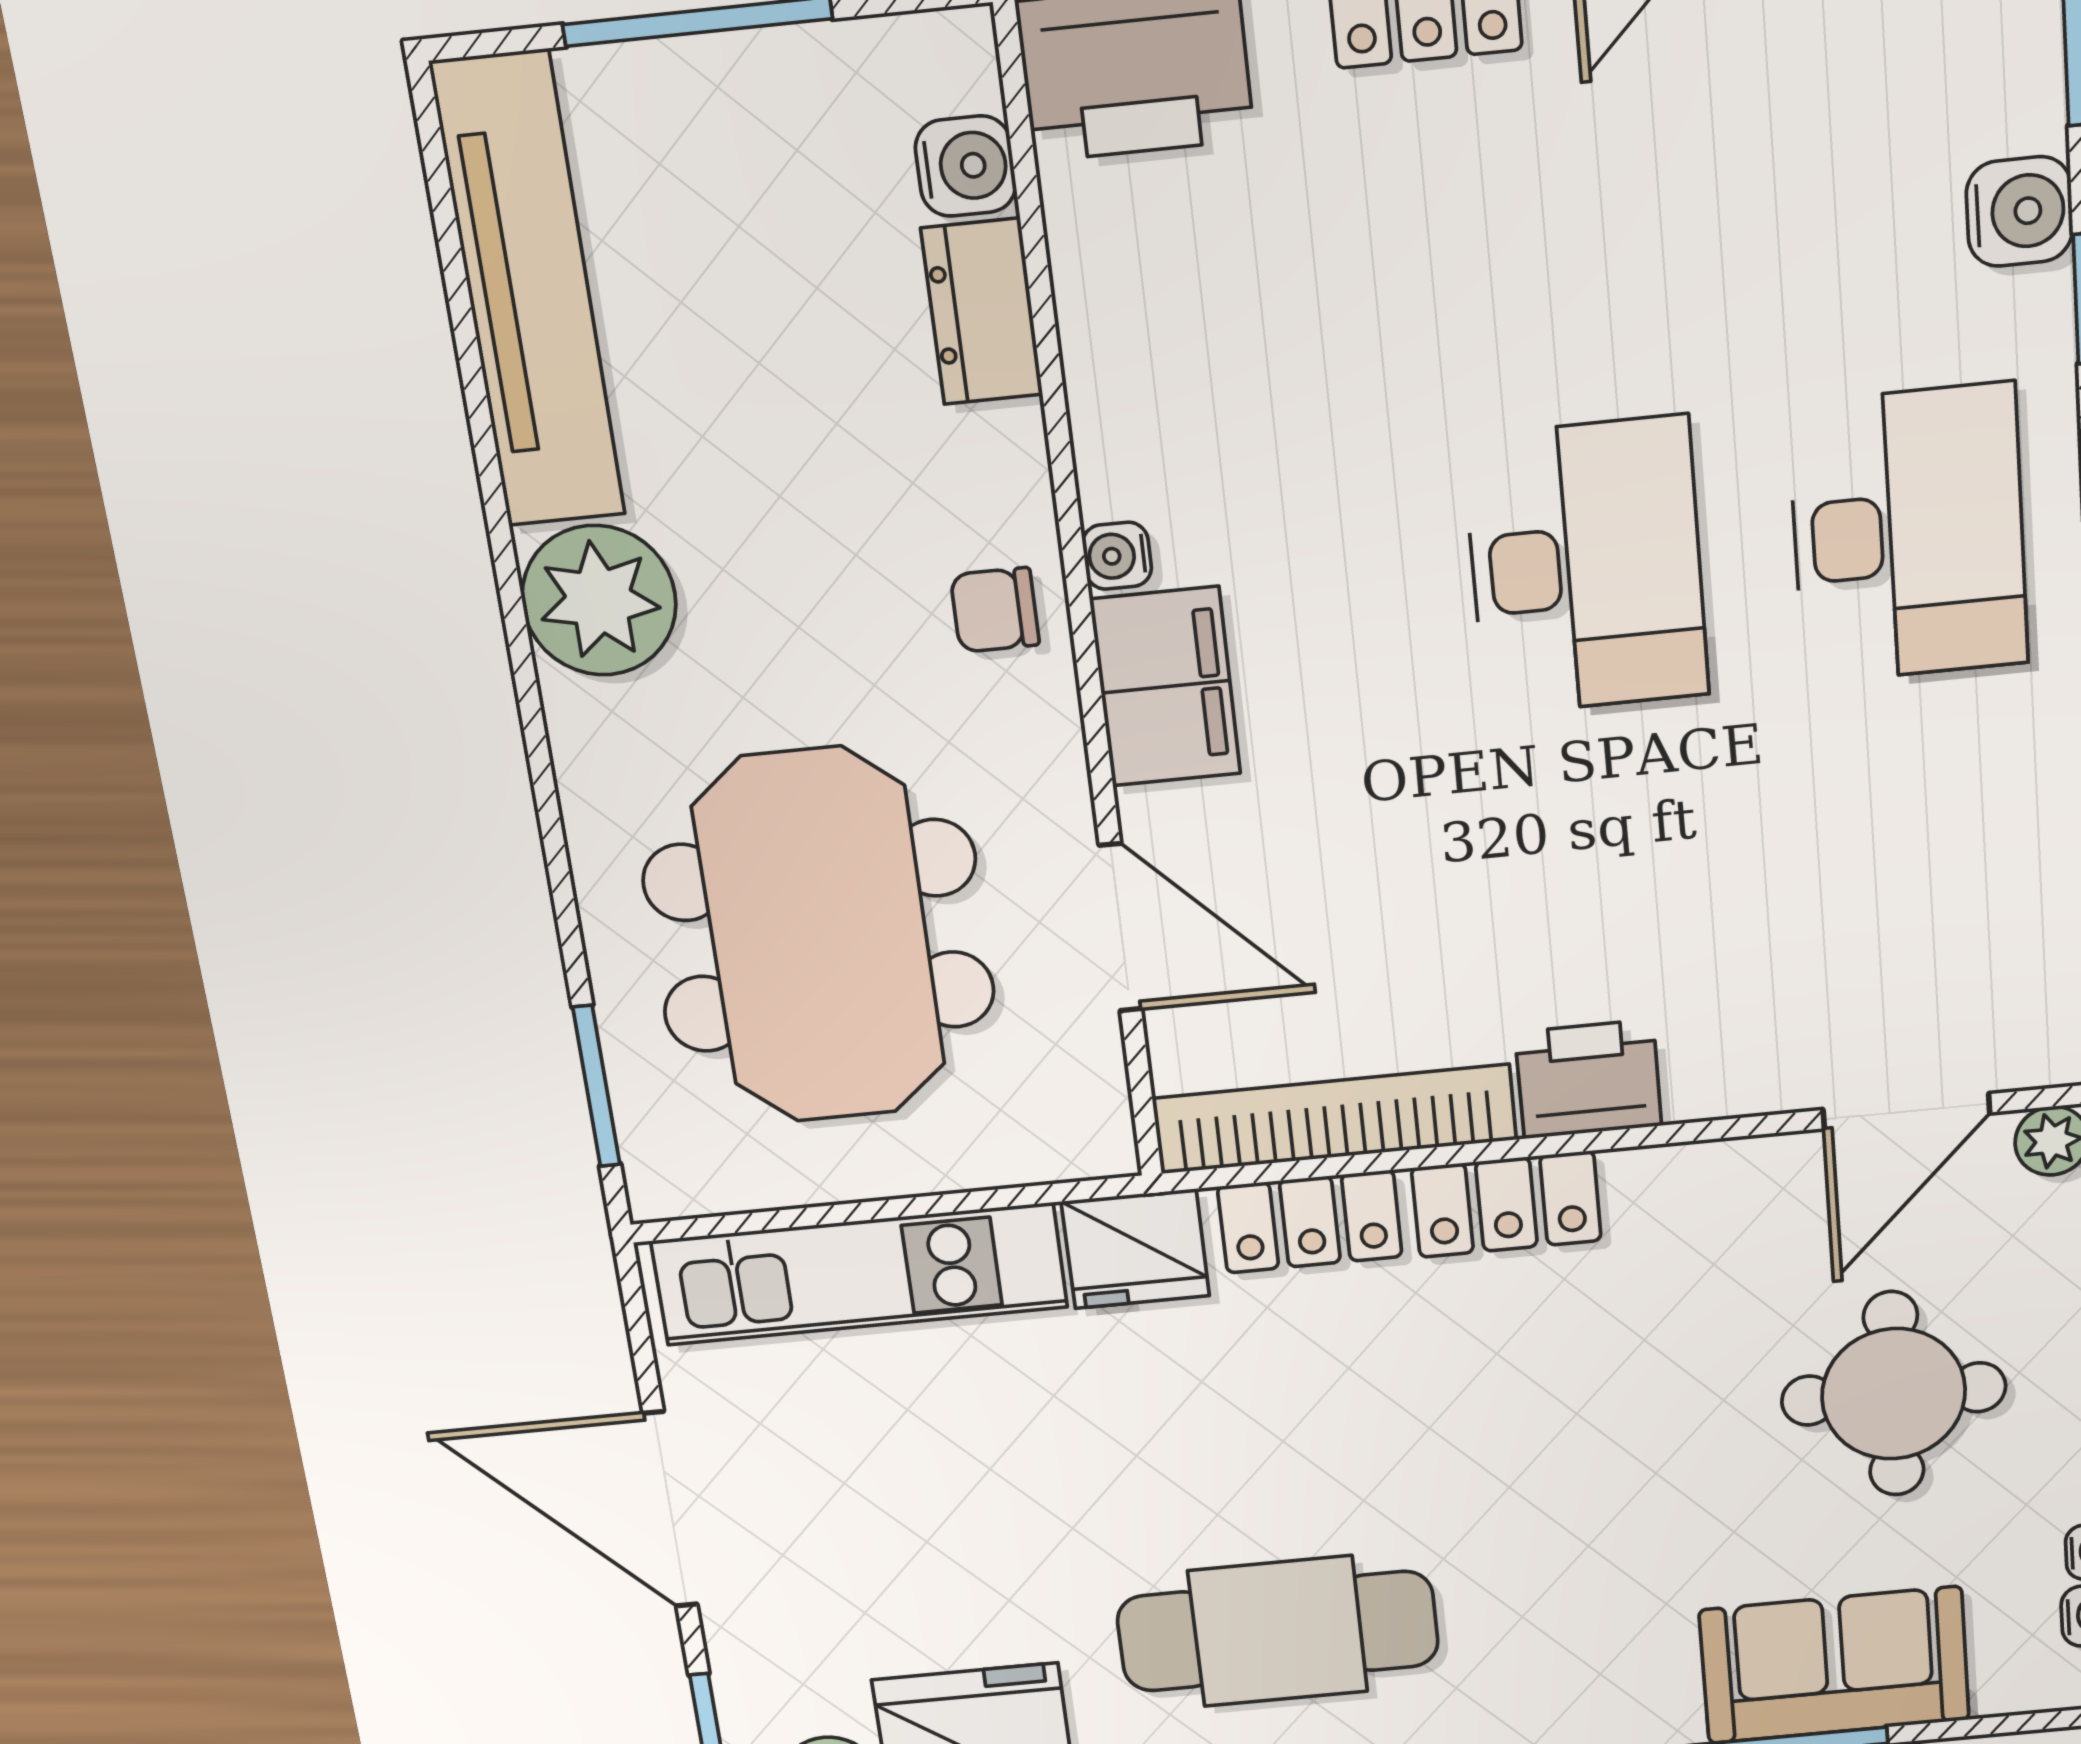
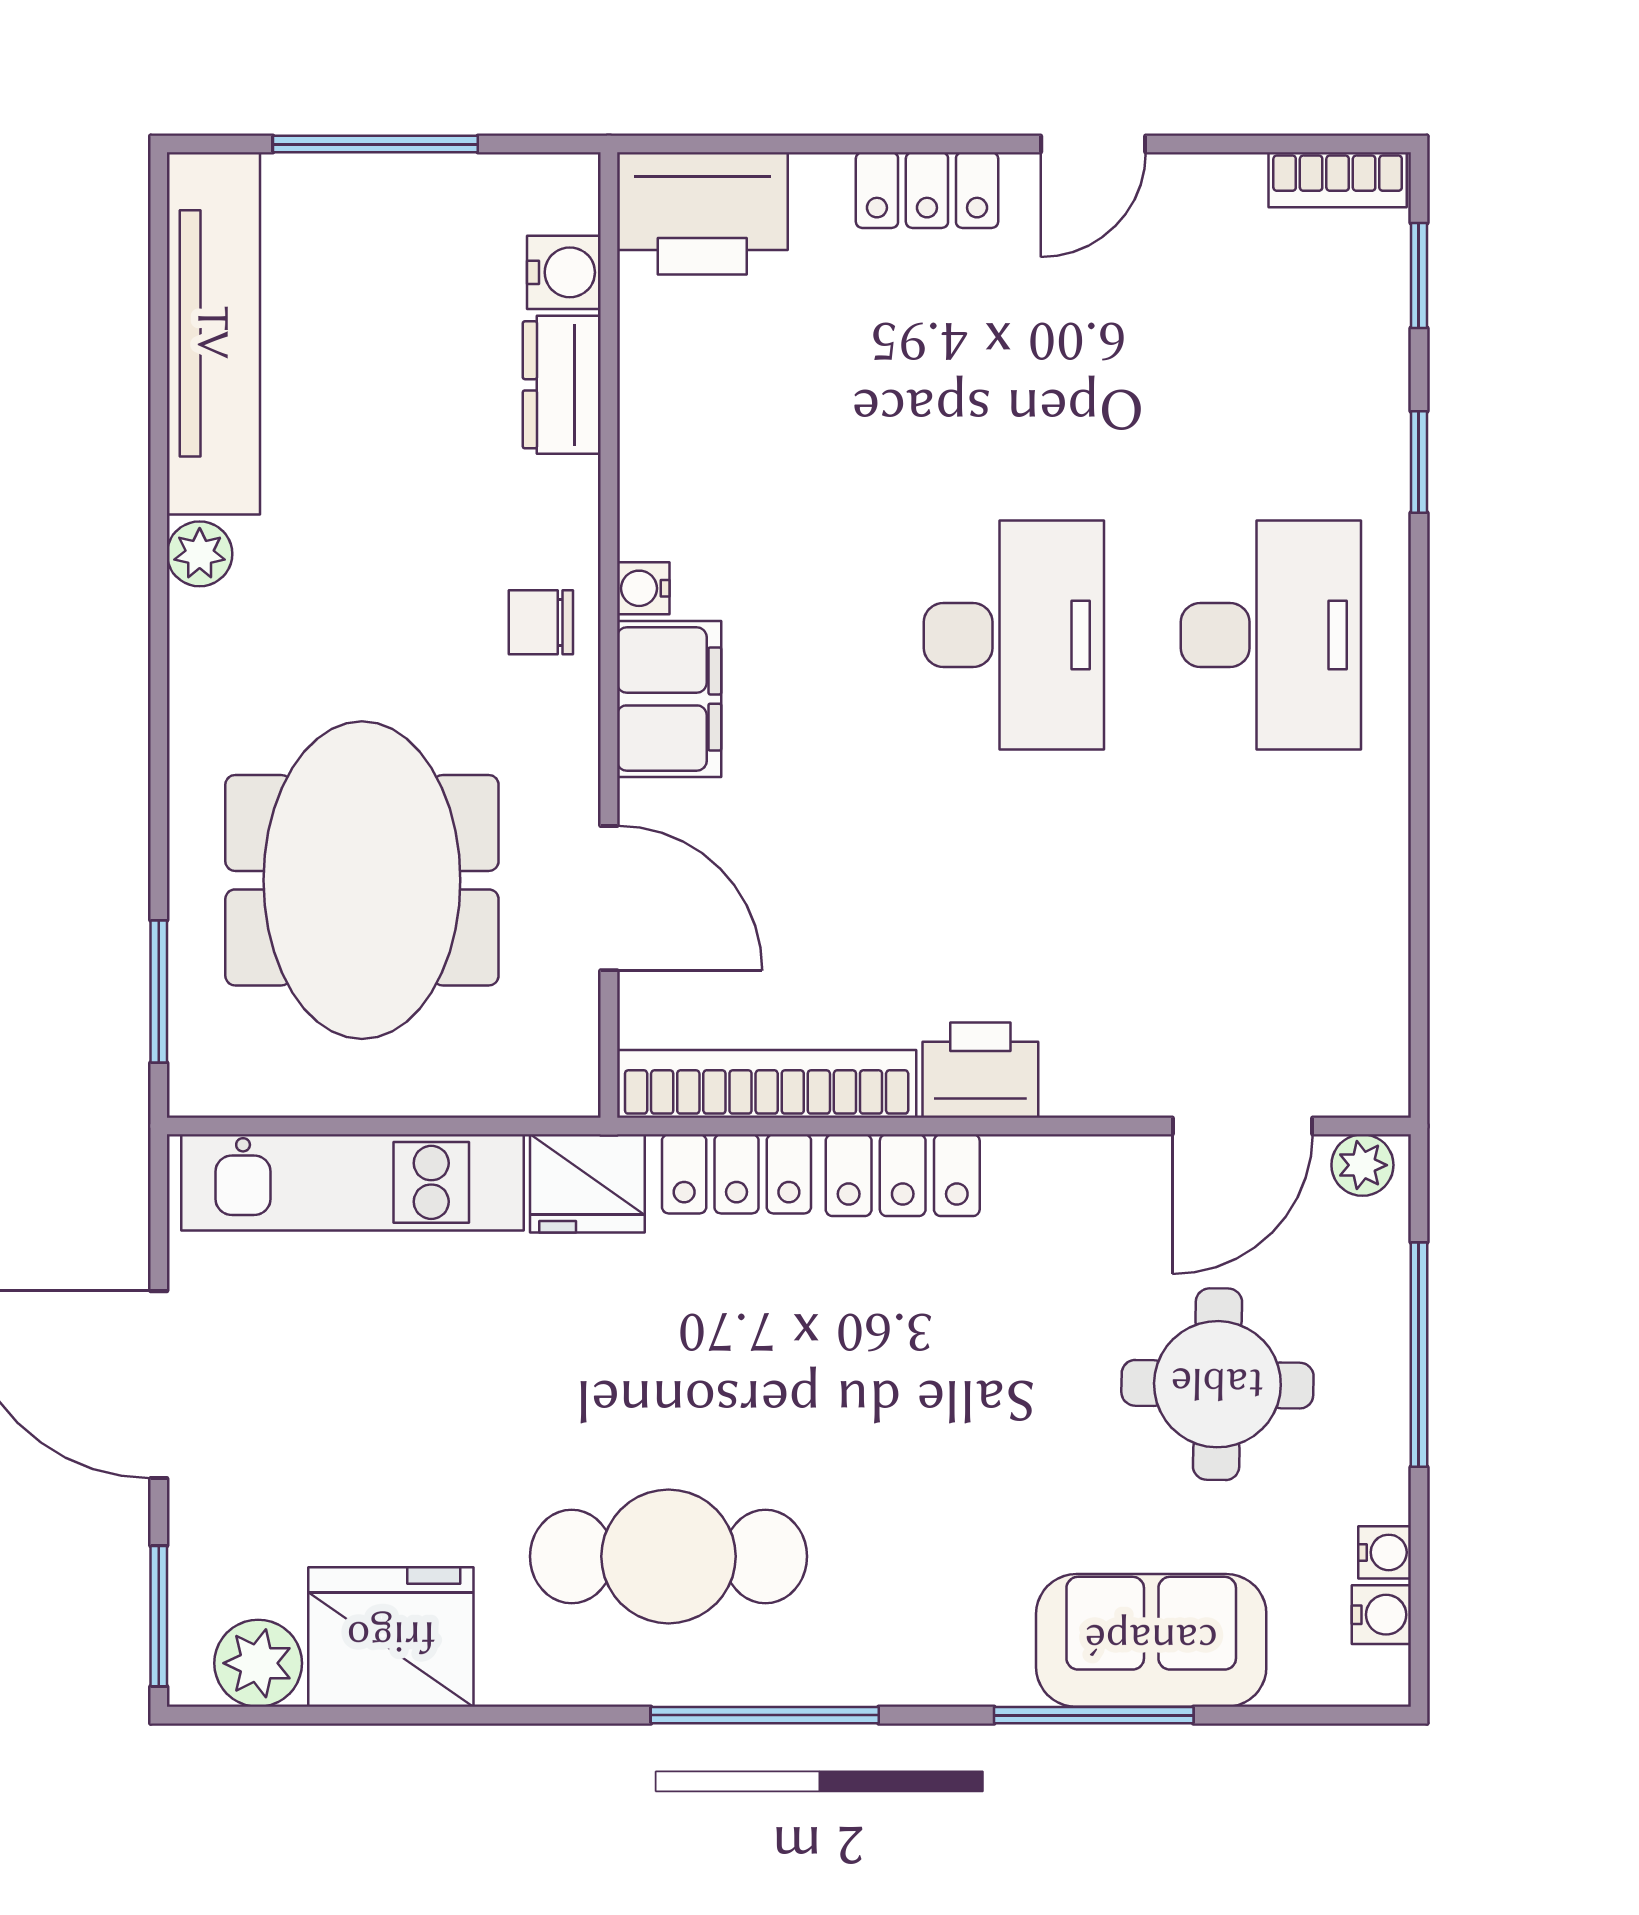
water cooler: (2020, 212) -> (1370, 389), removed
plant: (599, 600) -> (200, 554), width x0.53, depth x0.53

